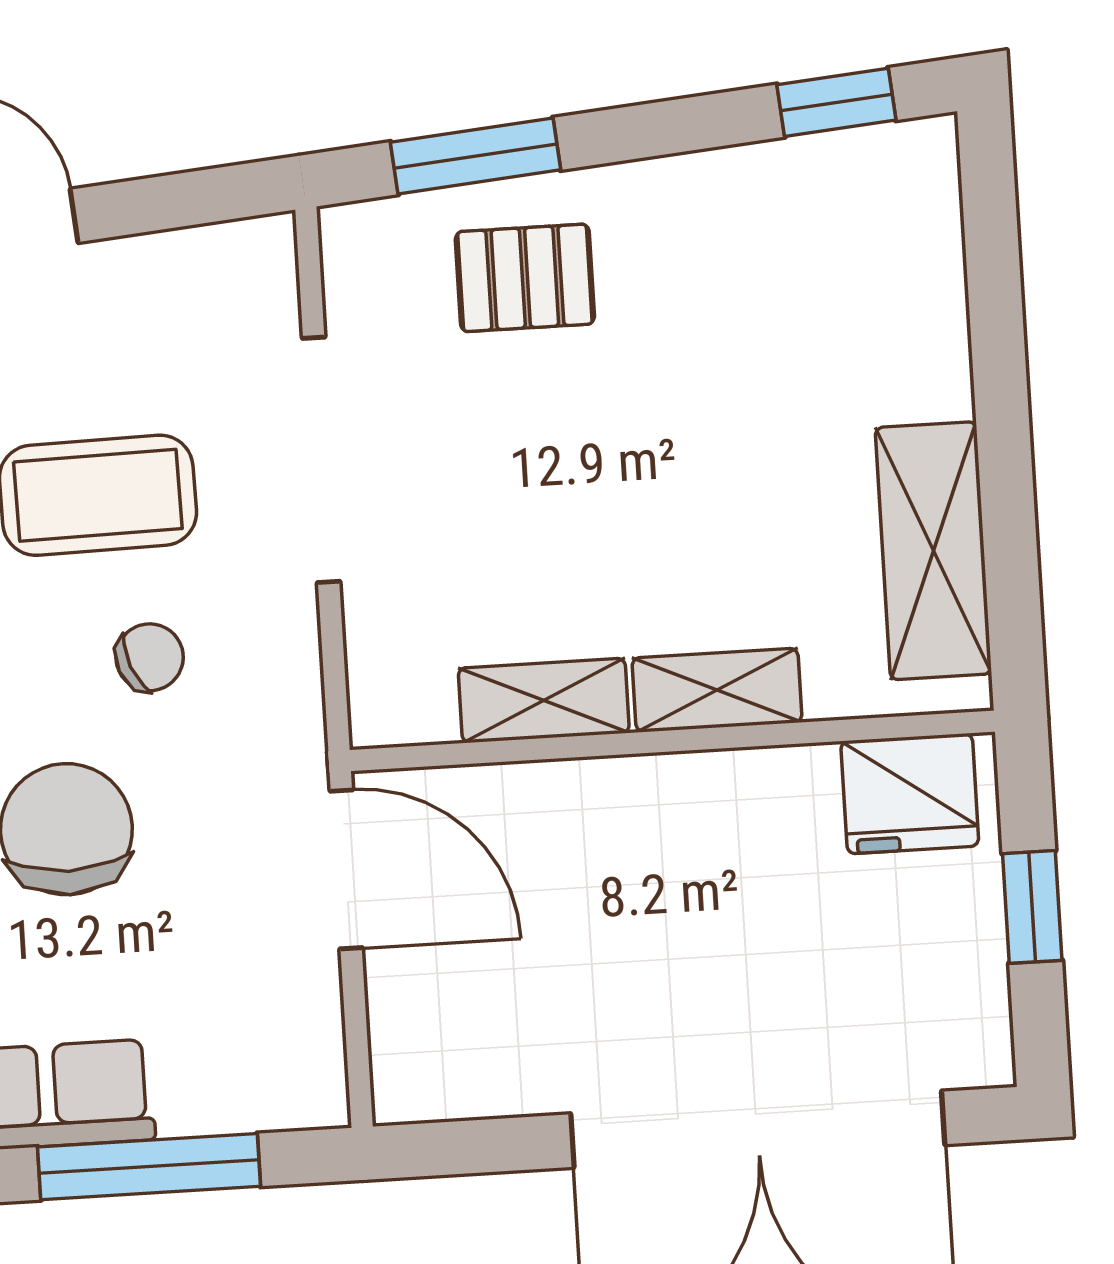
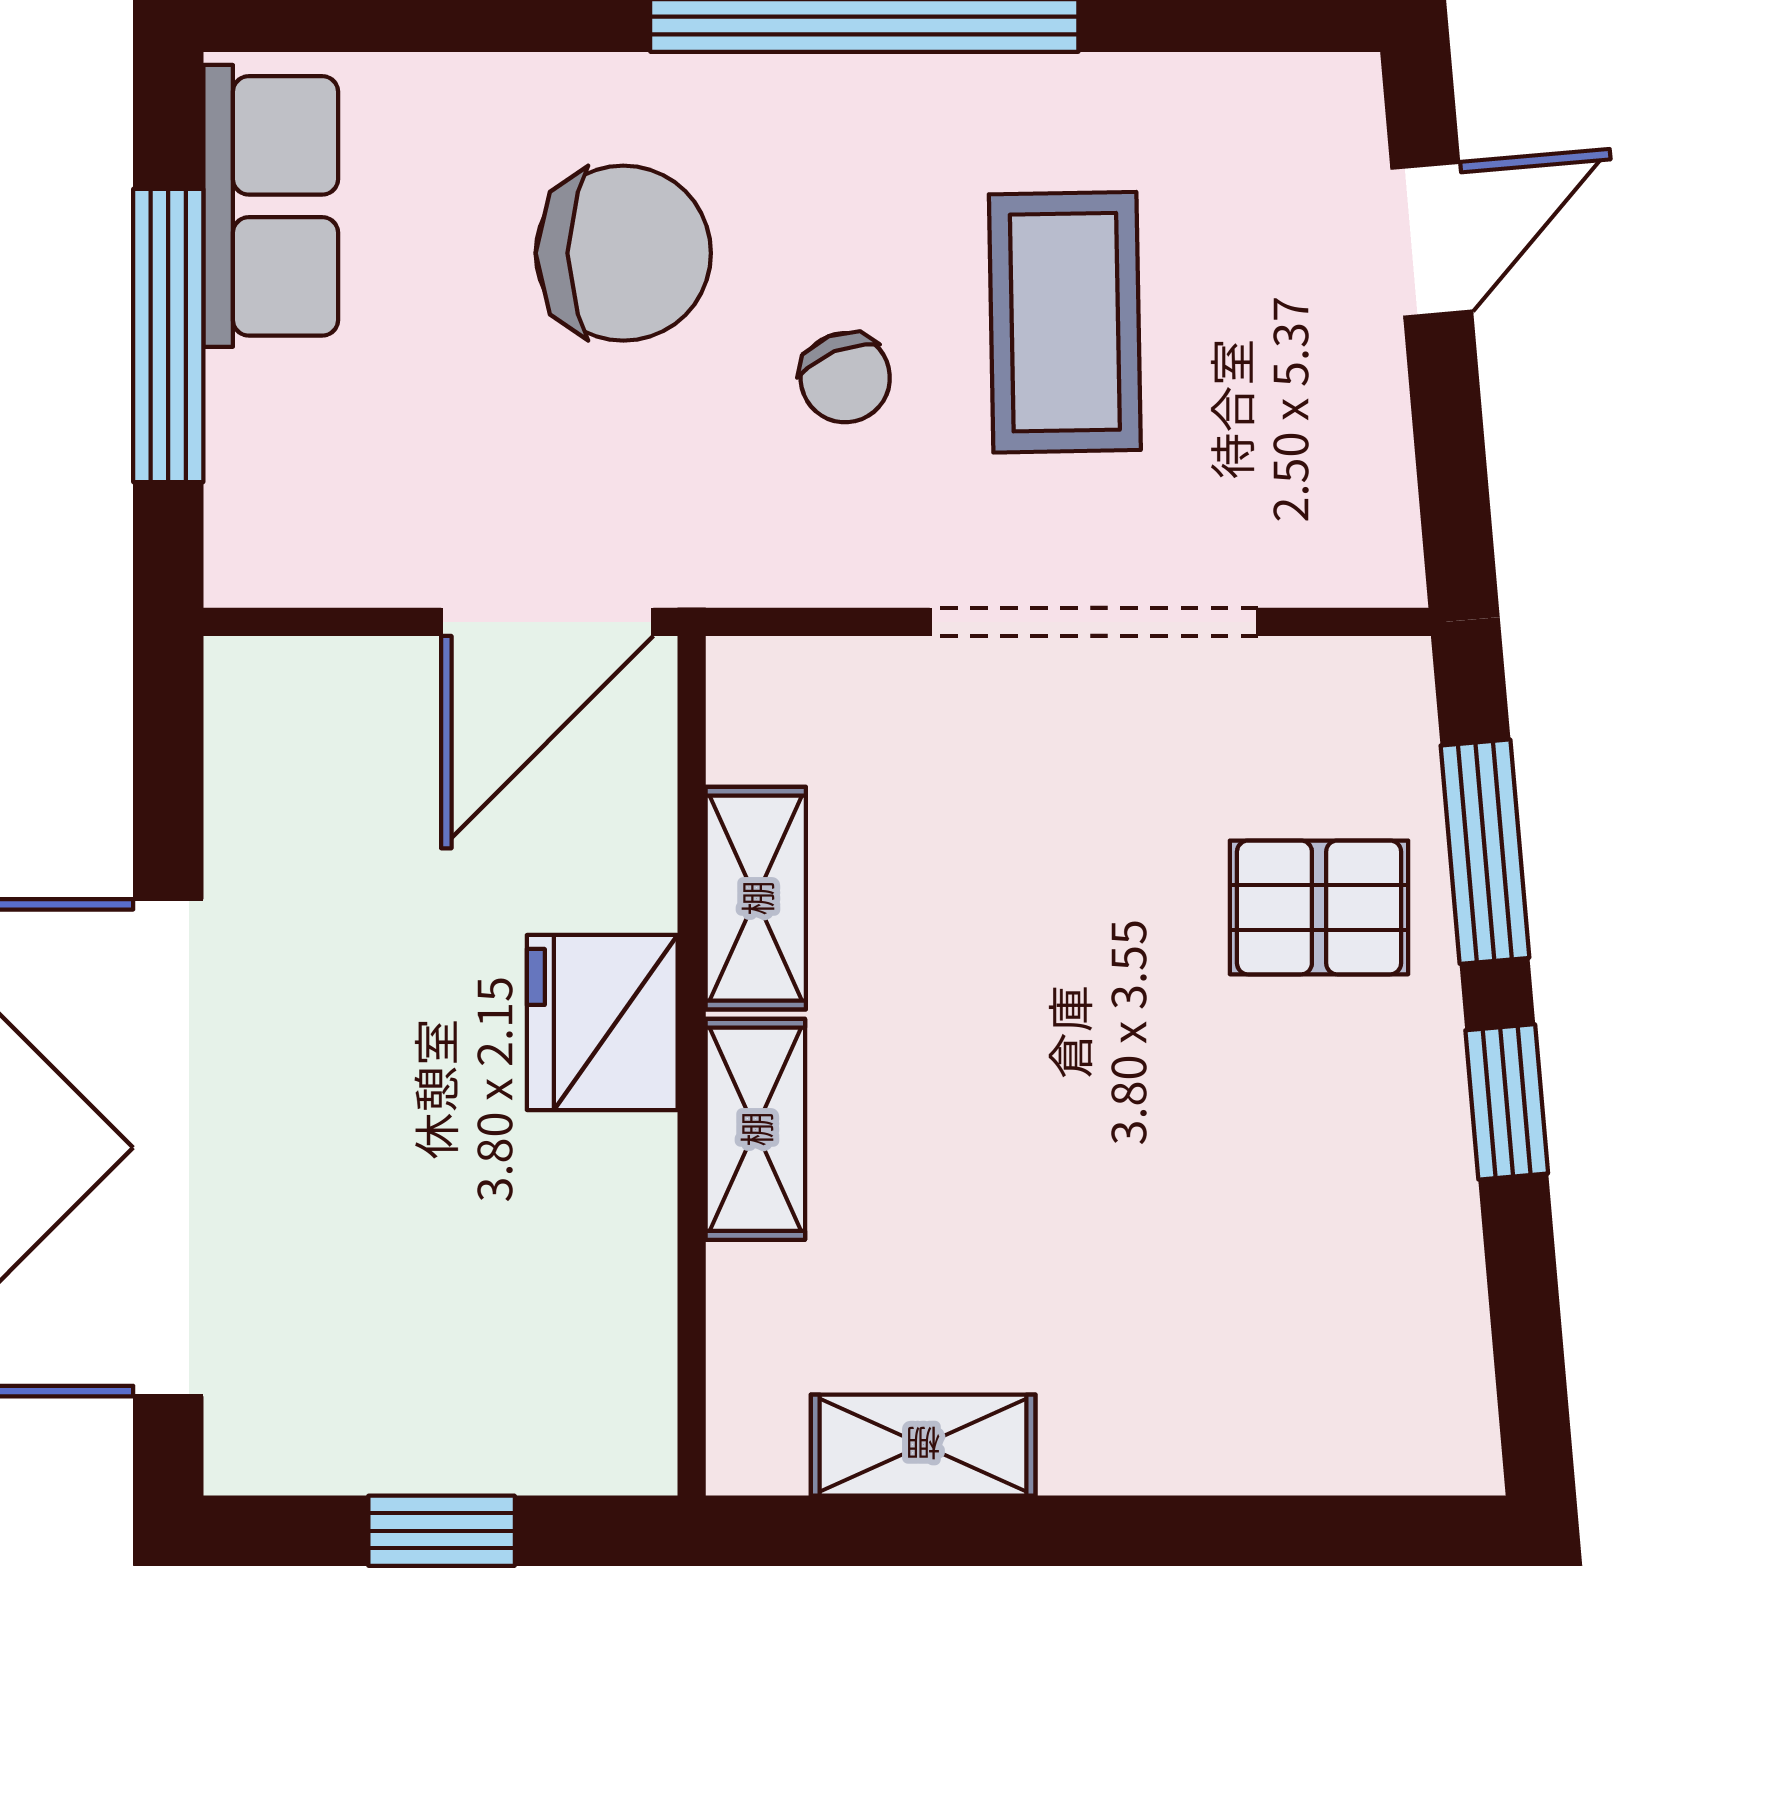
window: (836, 102) -> (1507, 1102), moved
pallet: (525, 278) -> (1319, 907), turned 90
shelving: (933, 551) -> (923, 1445), width x0.67, depth x0.75
fridge: (910, 794) -> (602, 1022), moved

